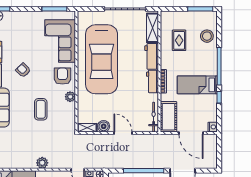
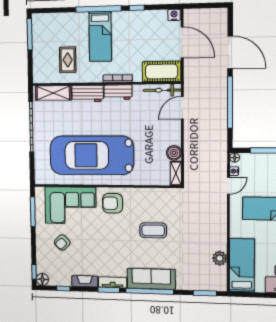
stool: (207, 36) -> (62, 25), removed
rug: (179, 40) -> (68, 60), turned 90
car: (102, 59) -> (92, 155), turned 180
armchair: (23, 70) -> (62, 243), moved
bed: (197, 85) -> (100, 36), moved
plant: (70, 97) -> (138, 194), removed
door: (123, 133) -> (182, 108), moved
door: (191, 133) -> (182, 42), hinge flipped
plant: (42, 163) -> (220, 258), moved

